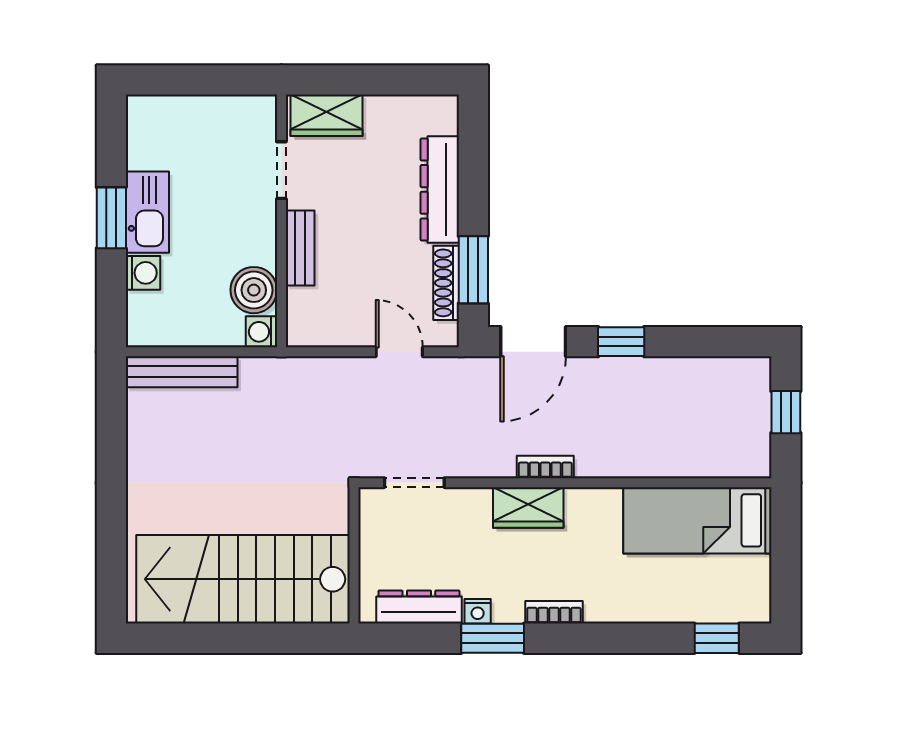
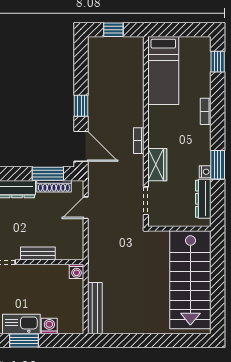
boiler: (254, 290) -> (57, 275), removed
wardrobe: (528, 507) -> (157, 165), moved
bookcase: (554, 612) -> (206, 111), moved

